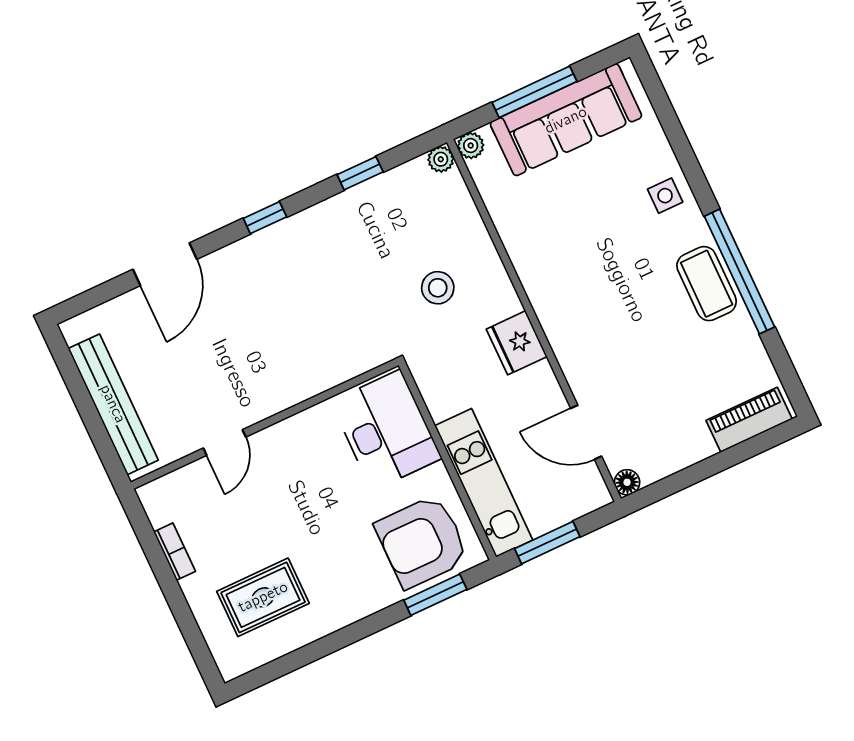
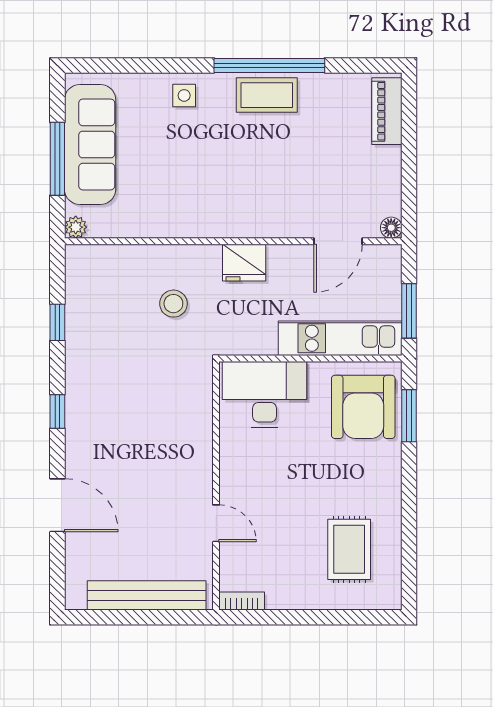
plant: (441, 159) -> (76, 255), removed
bookcase: (175, 552) -> (242, 601), moved

